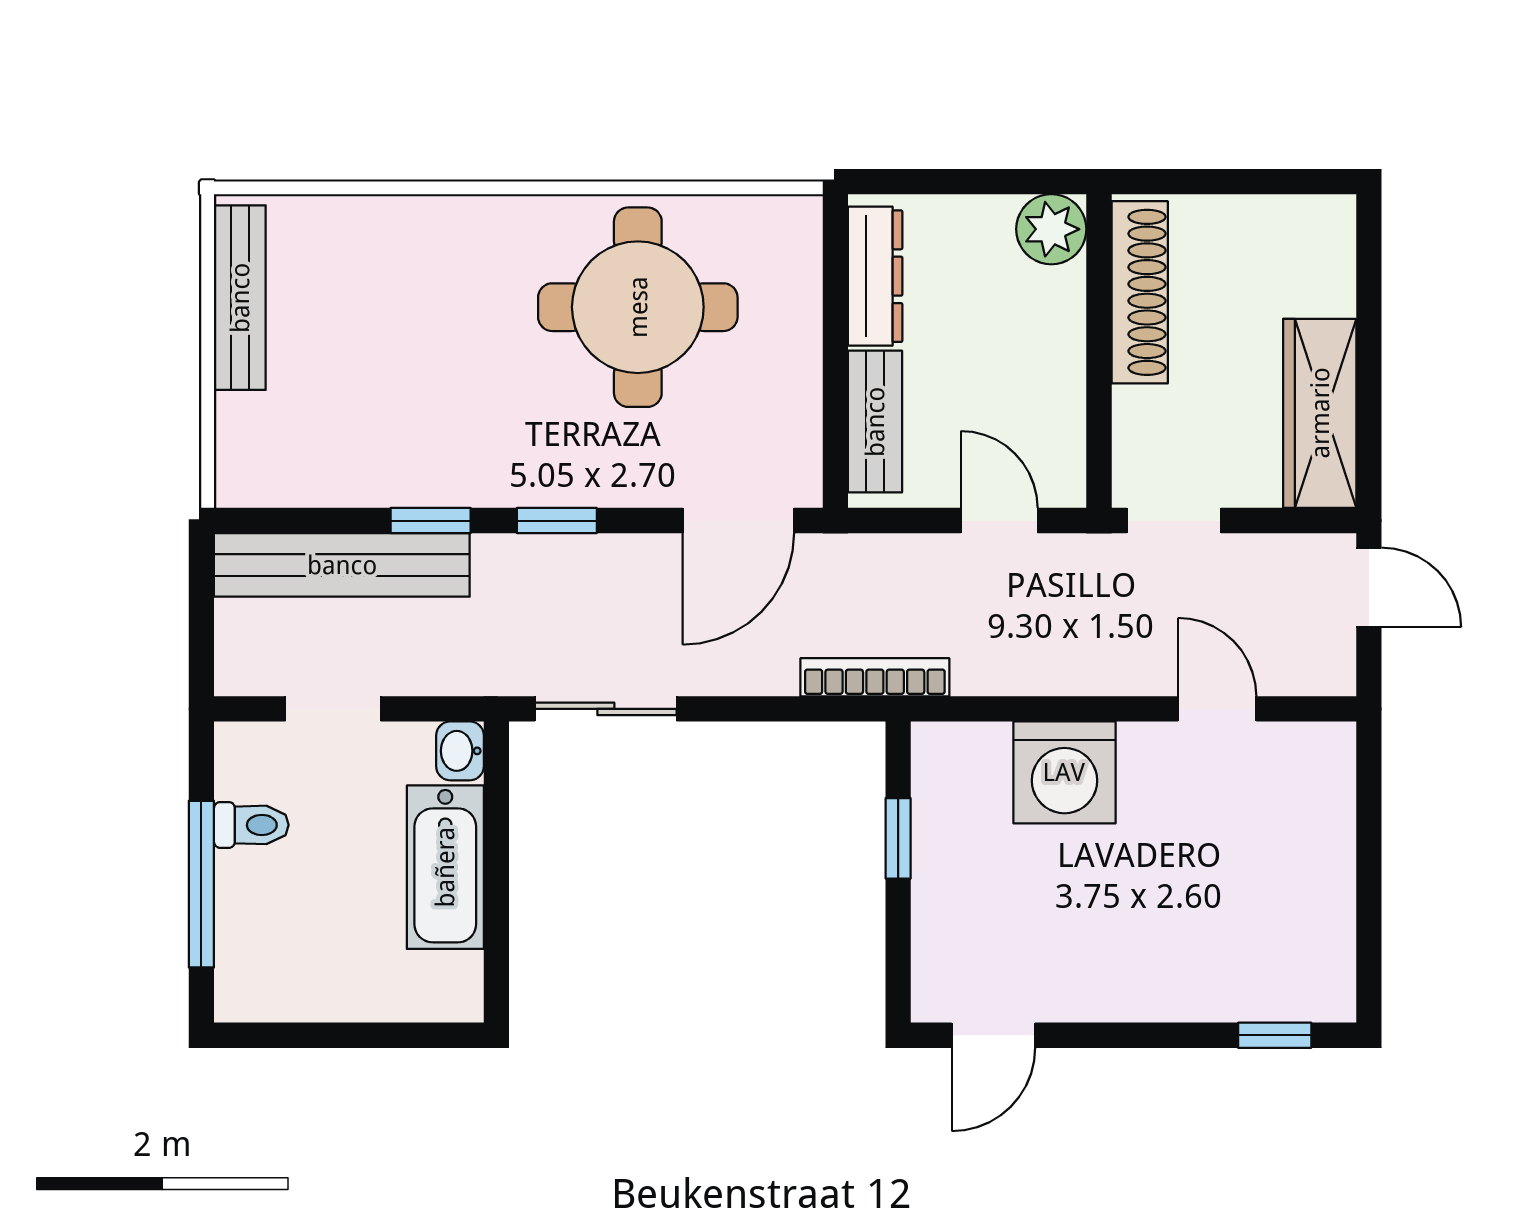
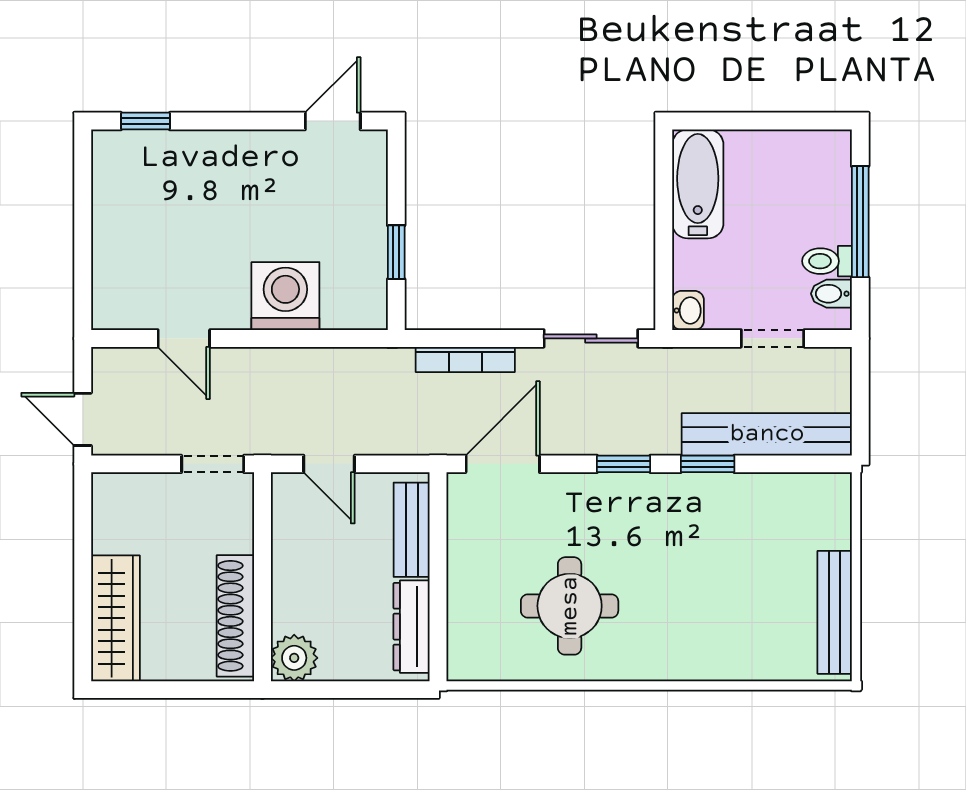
round table: (638, 307) -> (570, 606), width x0.73, depth x0.73
wardrobe: (1320, 413) -> (115, 618), moved
bookcase: (875, 677) -> (465, 360), moved
bidet: (245, 776) -> (831, 294), added
bathtub: (445, 867) -> (698, 184), moved

